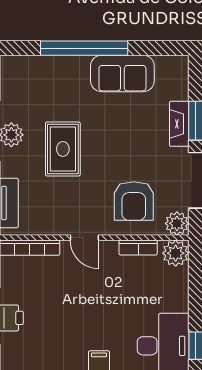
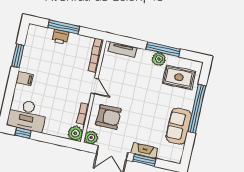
rug: (63, 149) -> (179, 77), moved
armchair: (134, 201) -> (108, 117), turned 180
door: (84, 238) -> (95, 86), swing flipped

